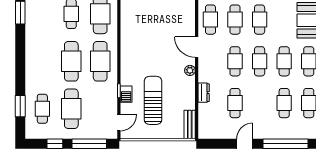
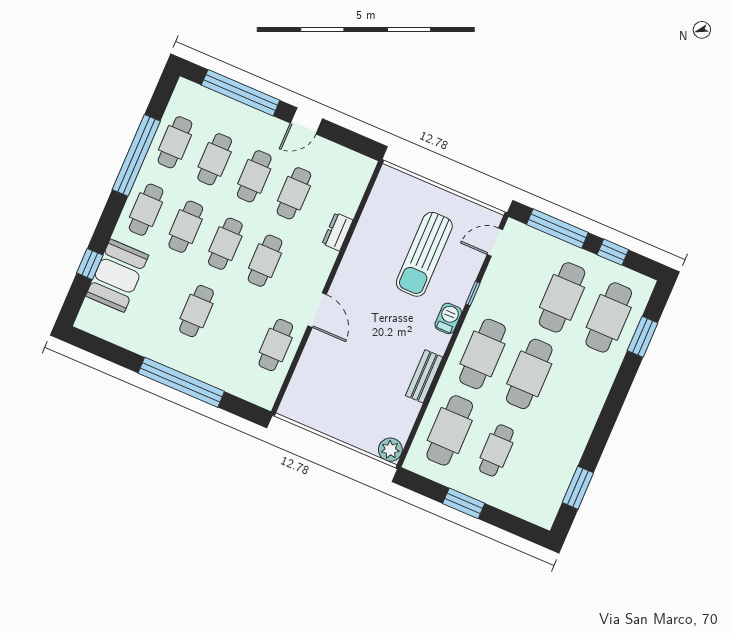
cafe table: (235, 20) -> (254, 176), moved
plant: (190, 70) -> (344, 277), removed
barbecue: (126, 94) -> (448, 318), moved
cafe table: (42, 109) -> (609, 317), width x1.37, depth x1.35
bench: (190, 125) -> (424, 376), moved

